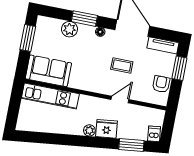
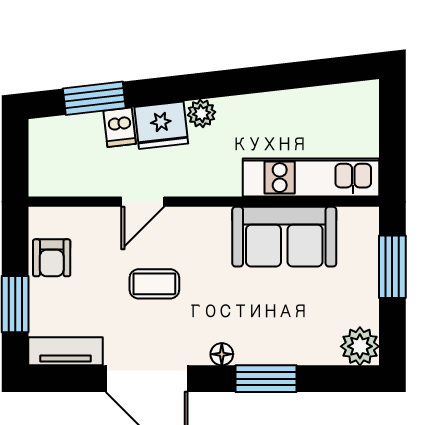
plant: (70, 29) -> (360, 346), moved
window: (28, 38) -> (392, 267), moved
sofa: (48, 71) -> (284, 237), moved
dishwasher: (154, 134) -> (120, 127), moved

